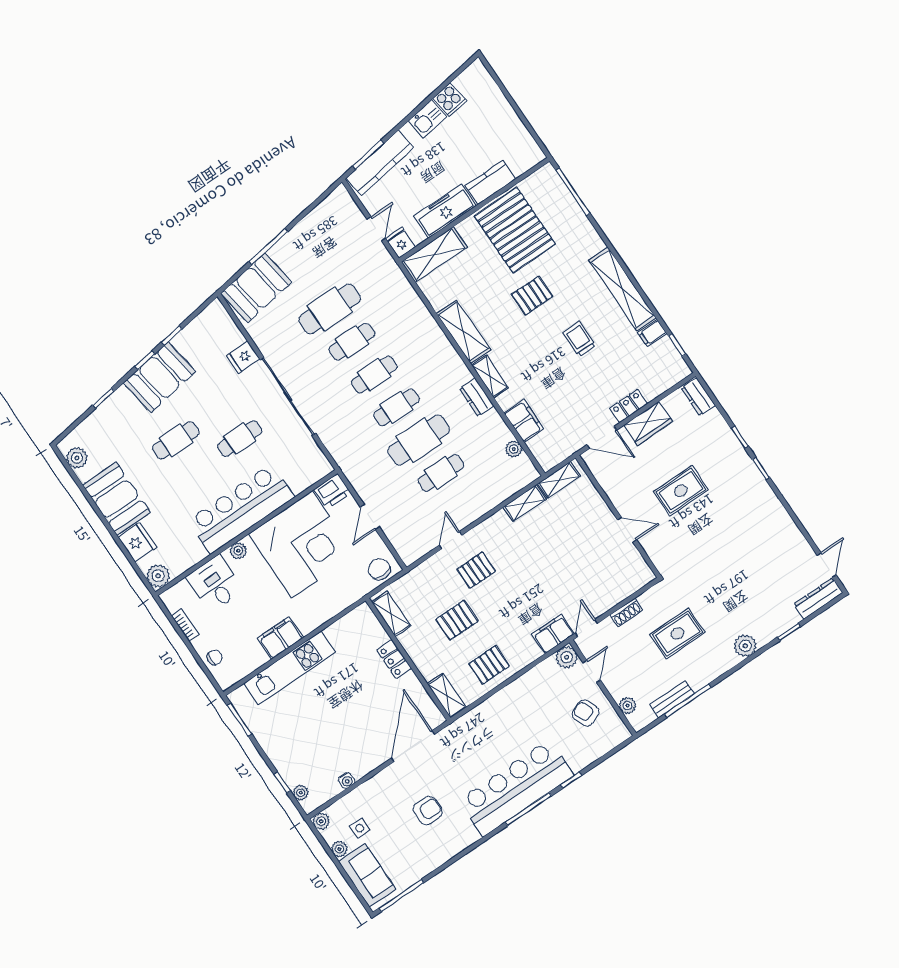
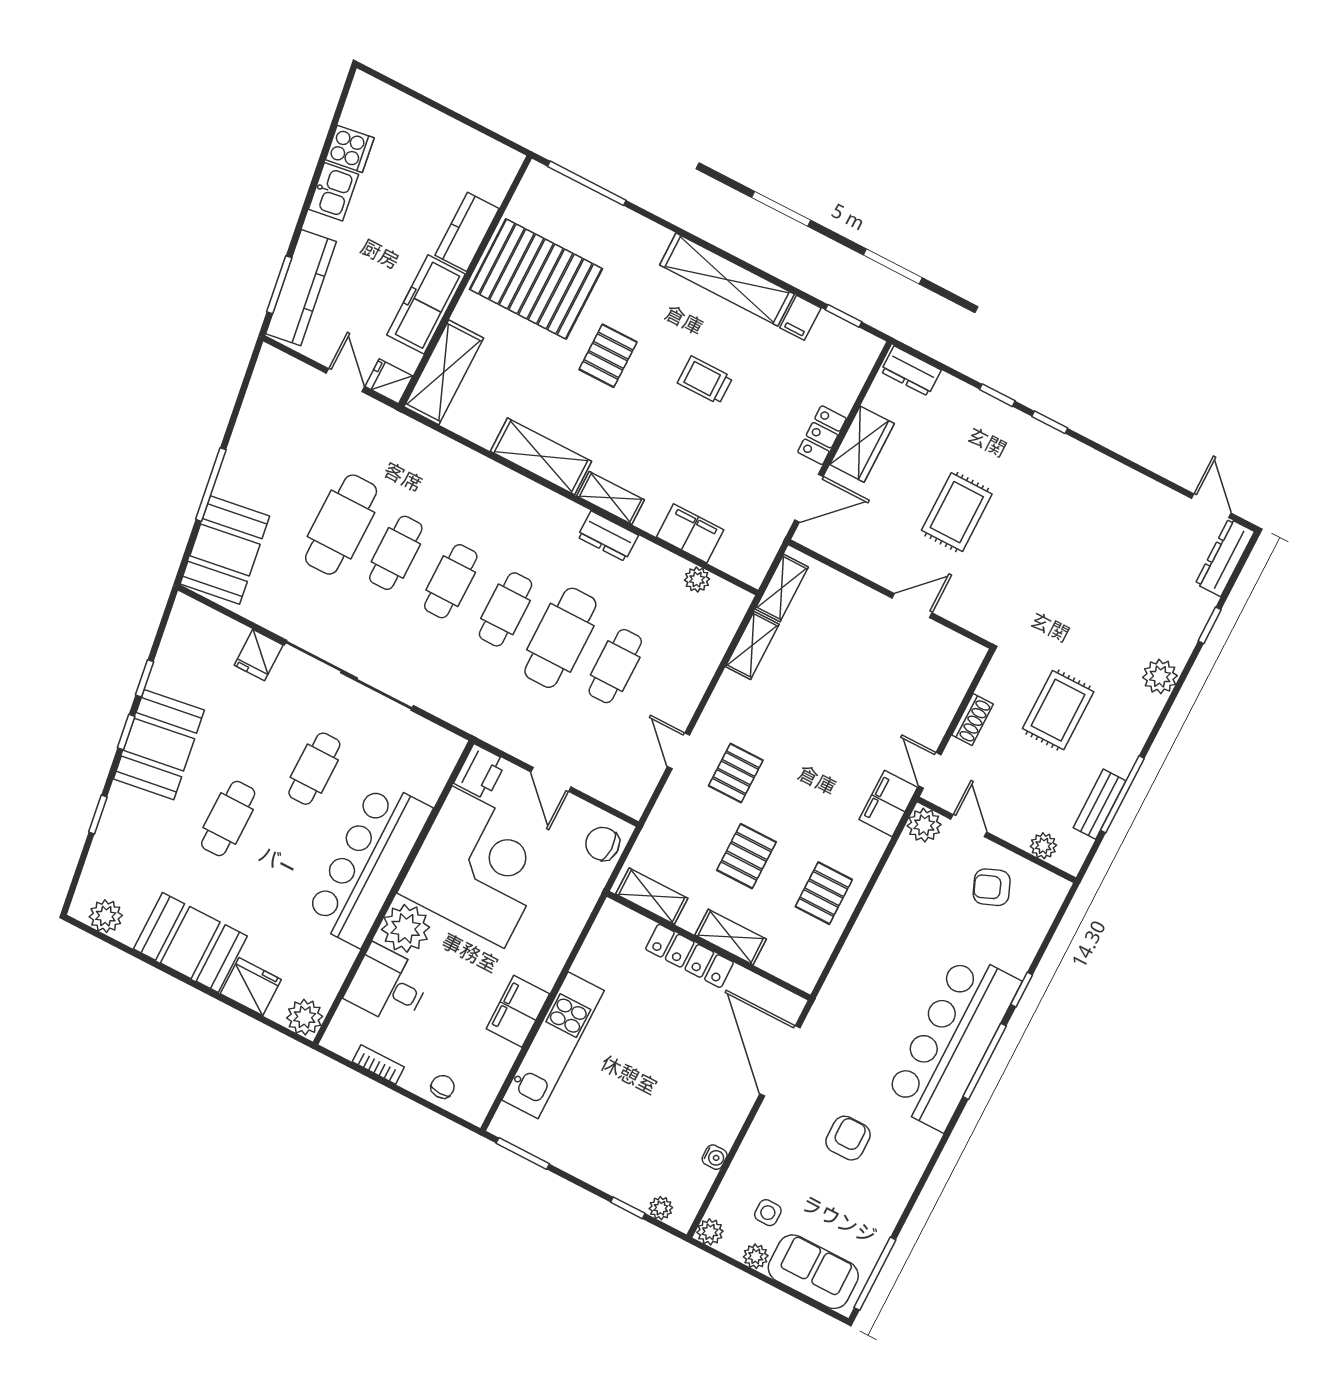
plant: (238, 551) -> (406, 928), width x1.87, depth x1.87
locker: (394, 659) -> (689, 956), width x1.53
shelving: (447, 696) -> (731, 937), moved

